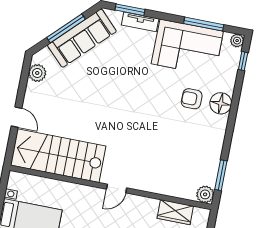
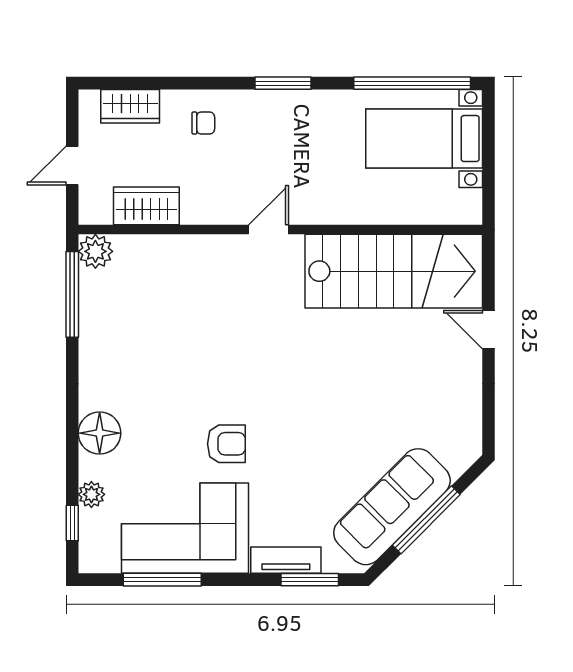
plant: (237, 41) -> (91, 494), moved
plant: (37, 73) -> (465, 423), removed
armchair: (192, 99) -> (226, 444), moved
window: (221, 175) -> (72, 294), width x1.44

